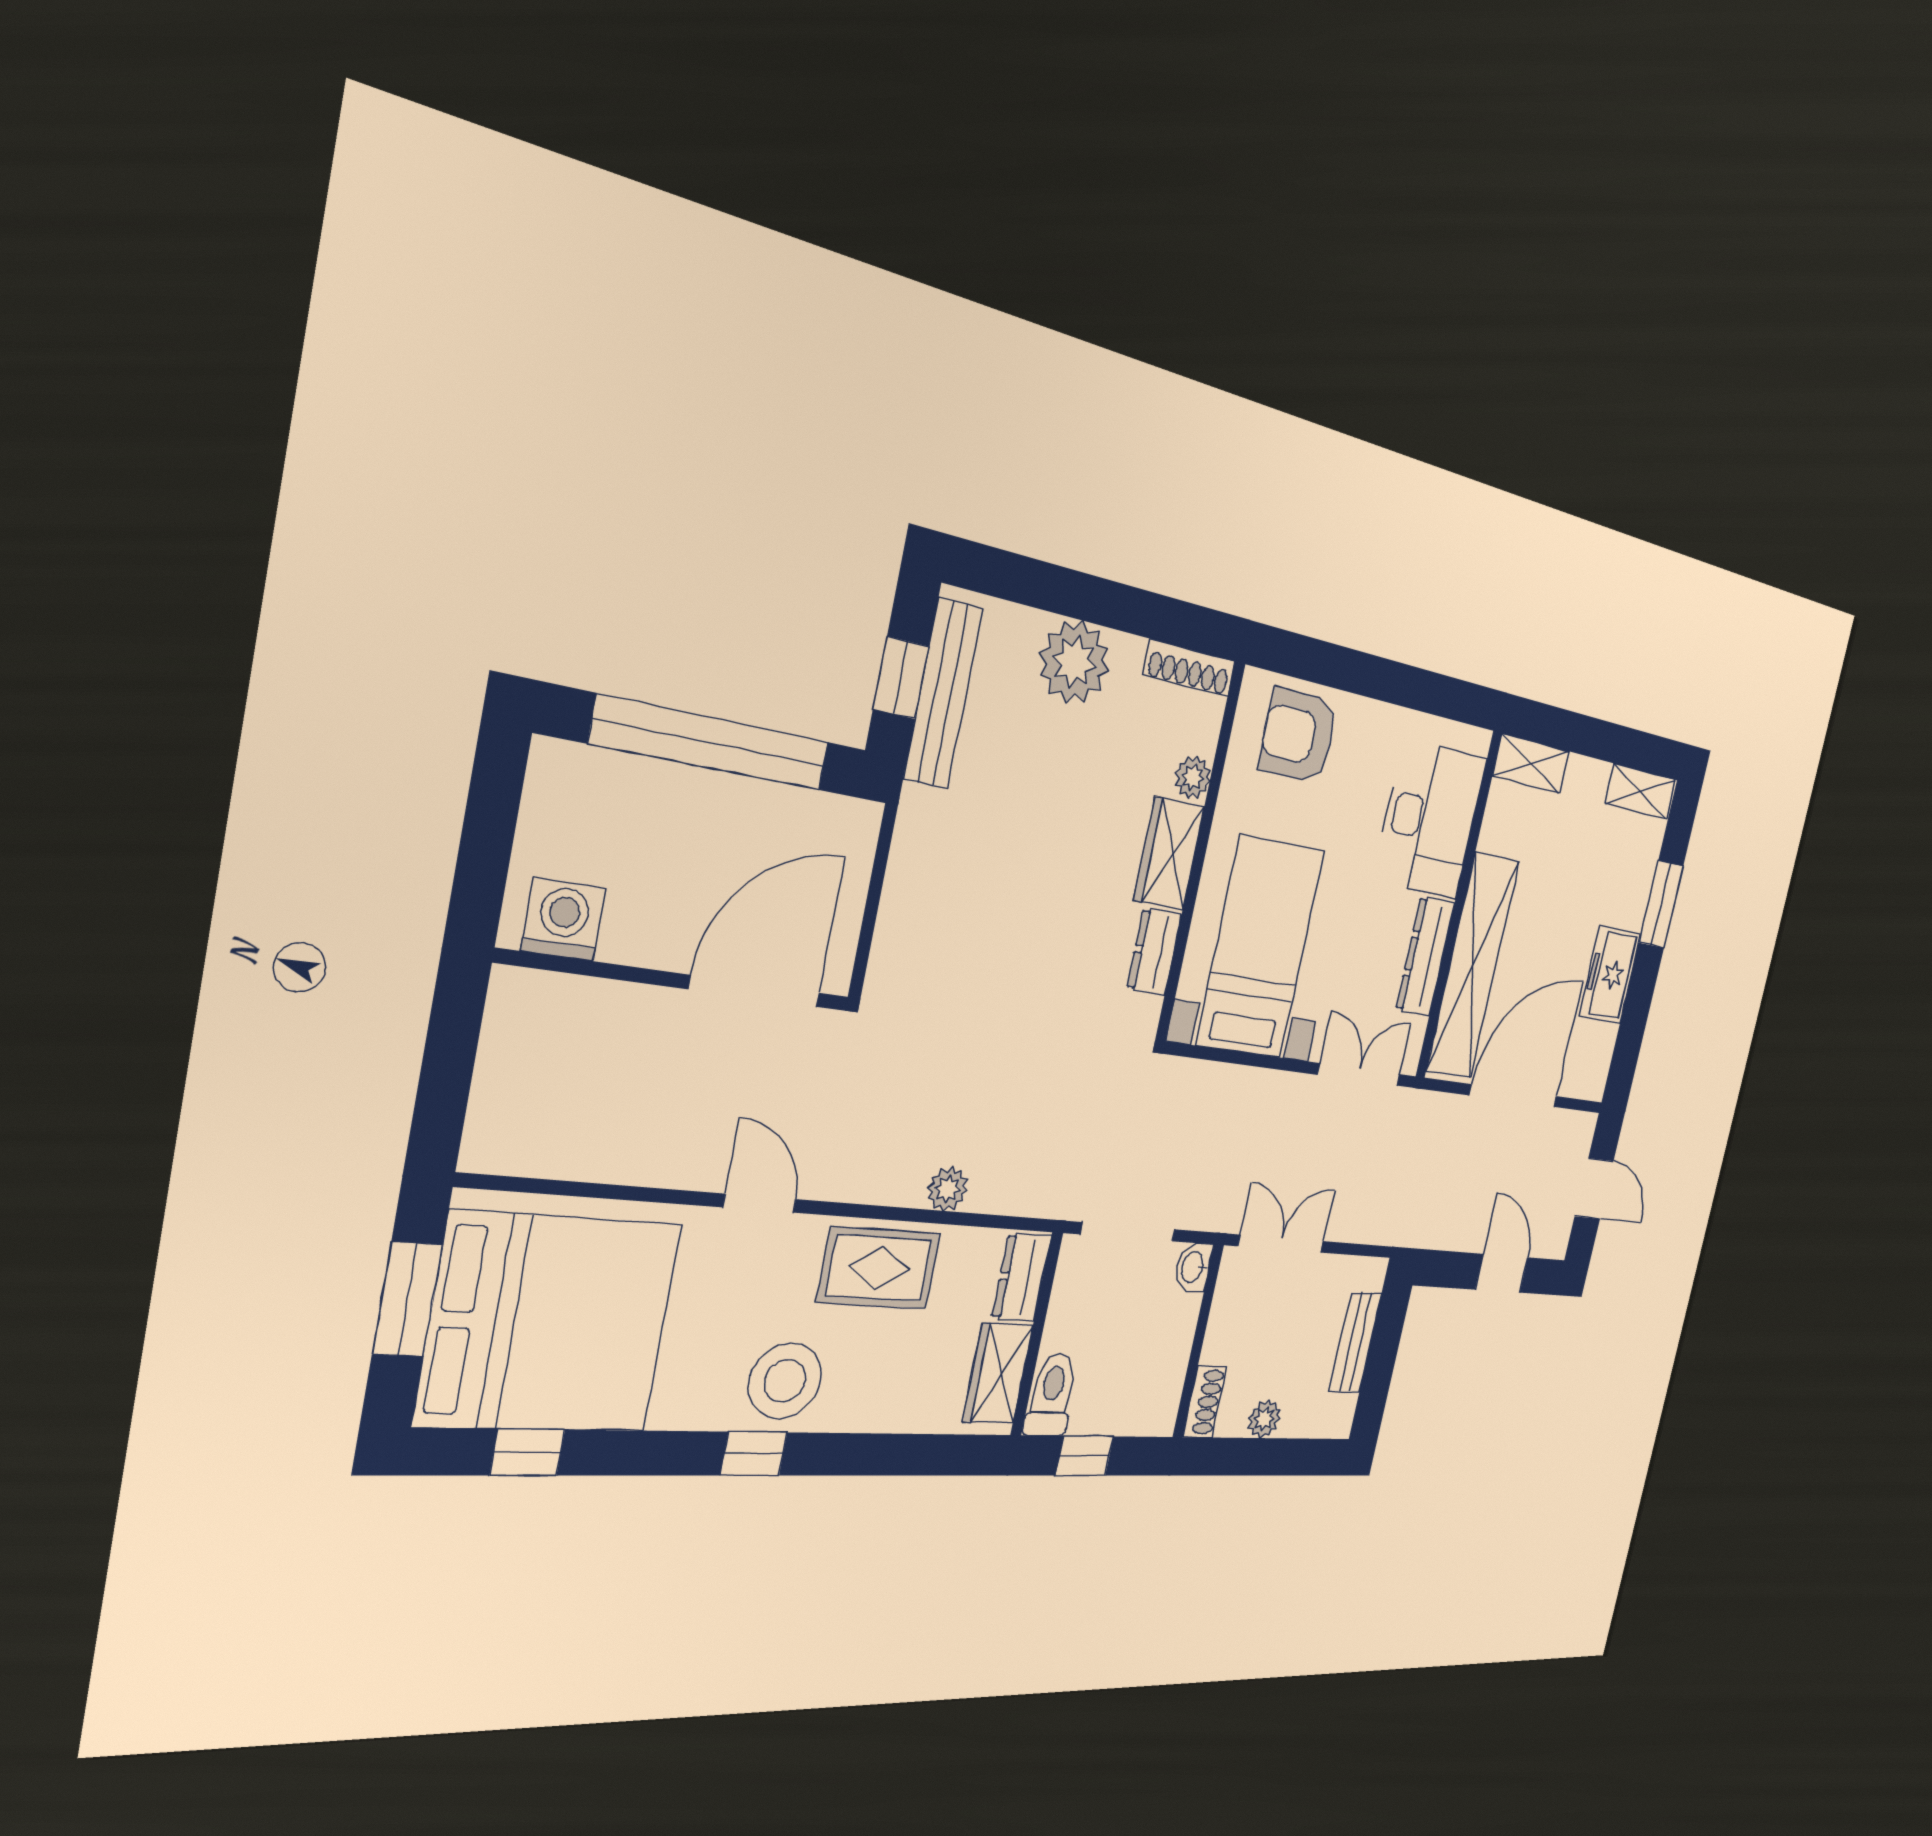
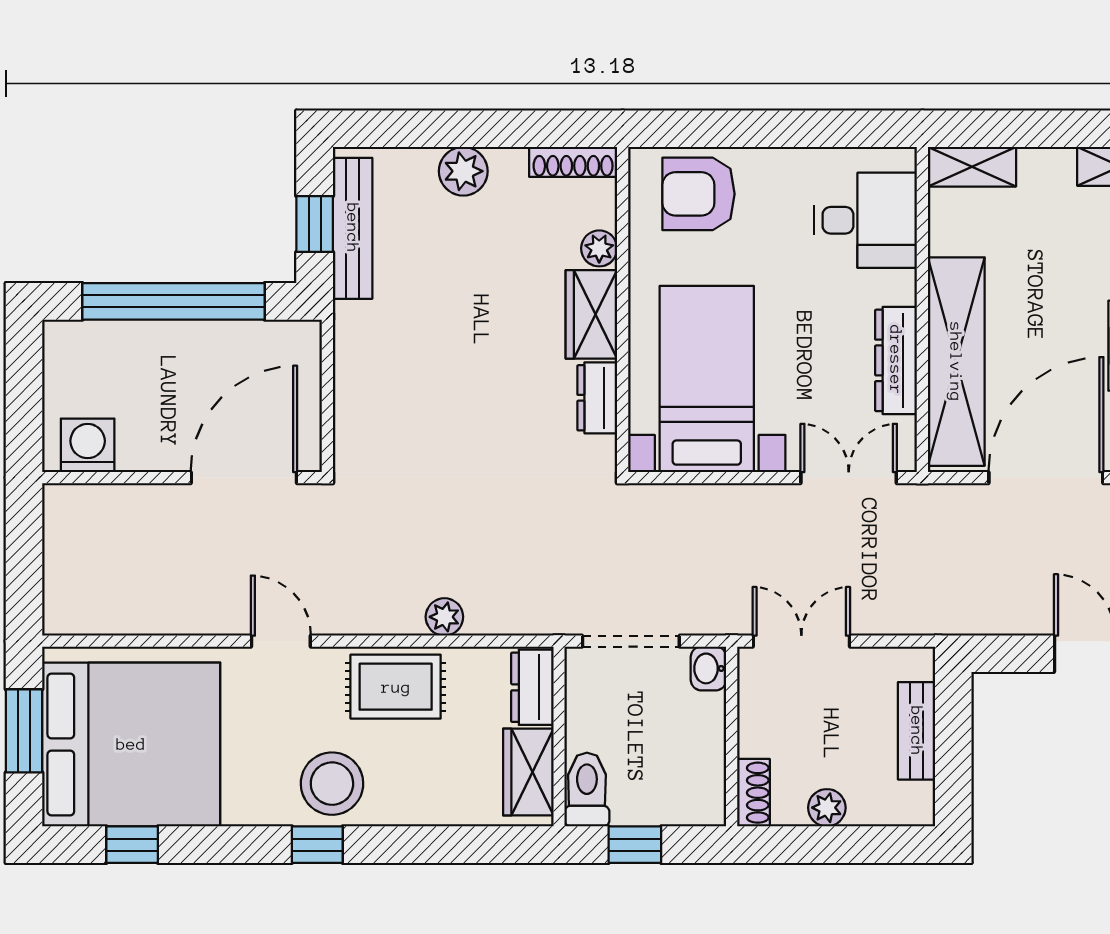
plant: (1074, 662) -> (463, 171), width x0.73, depth x0.73
desk: (1430, 819) -> (866, 220), width x0.73

